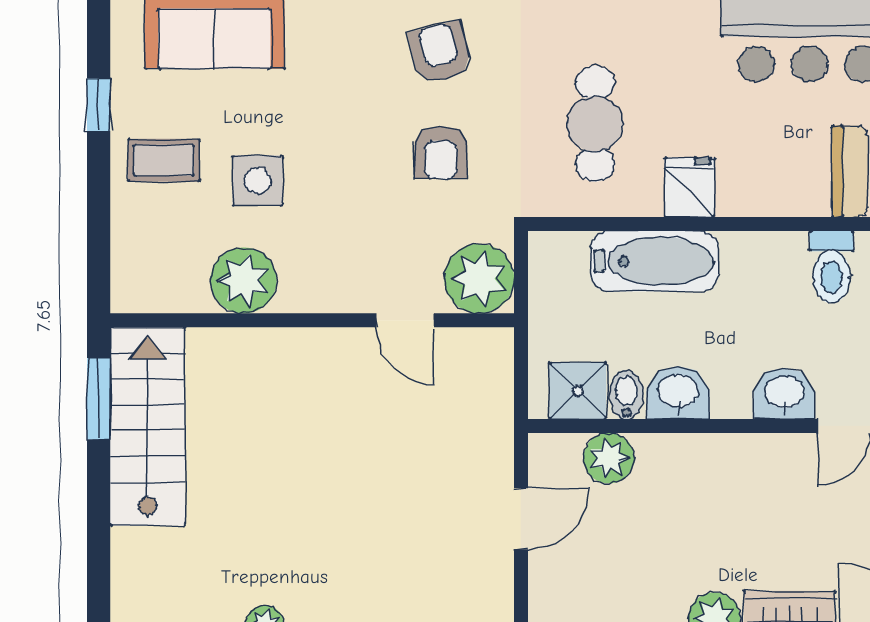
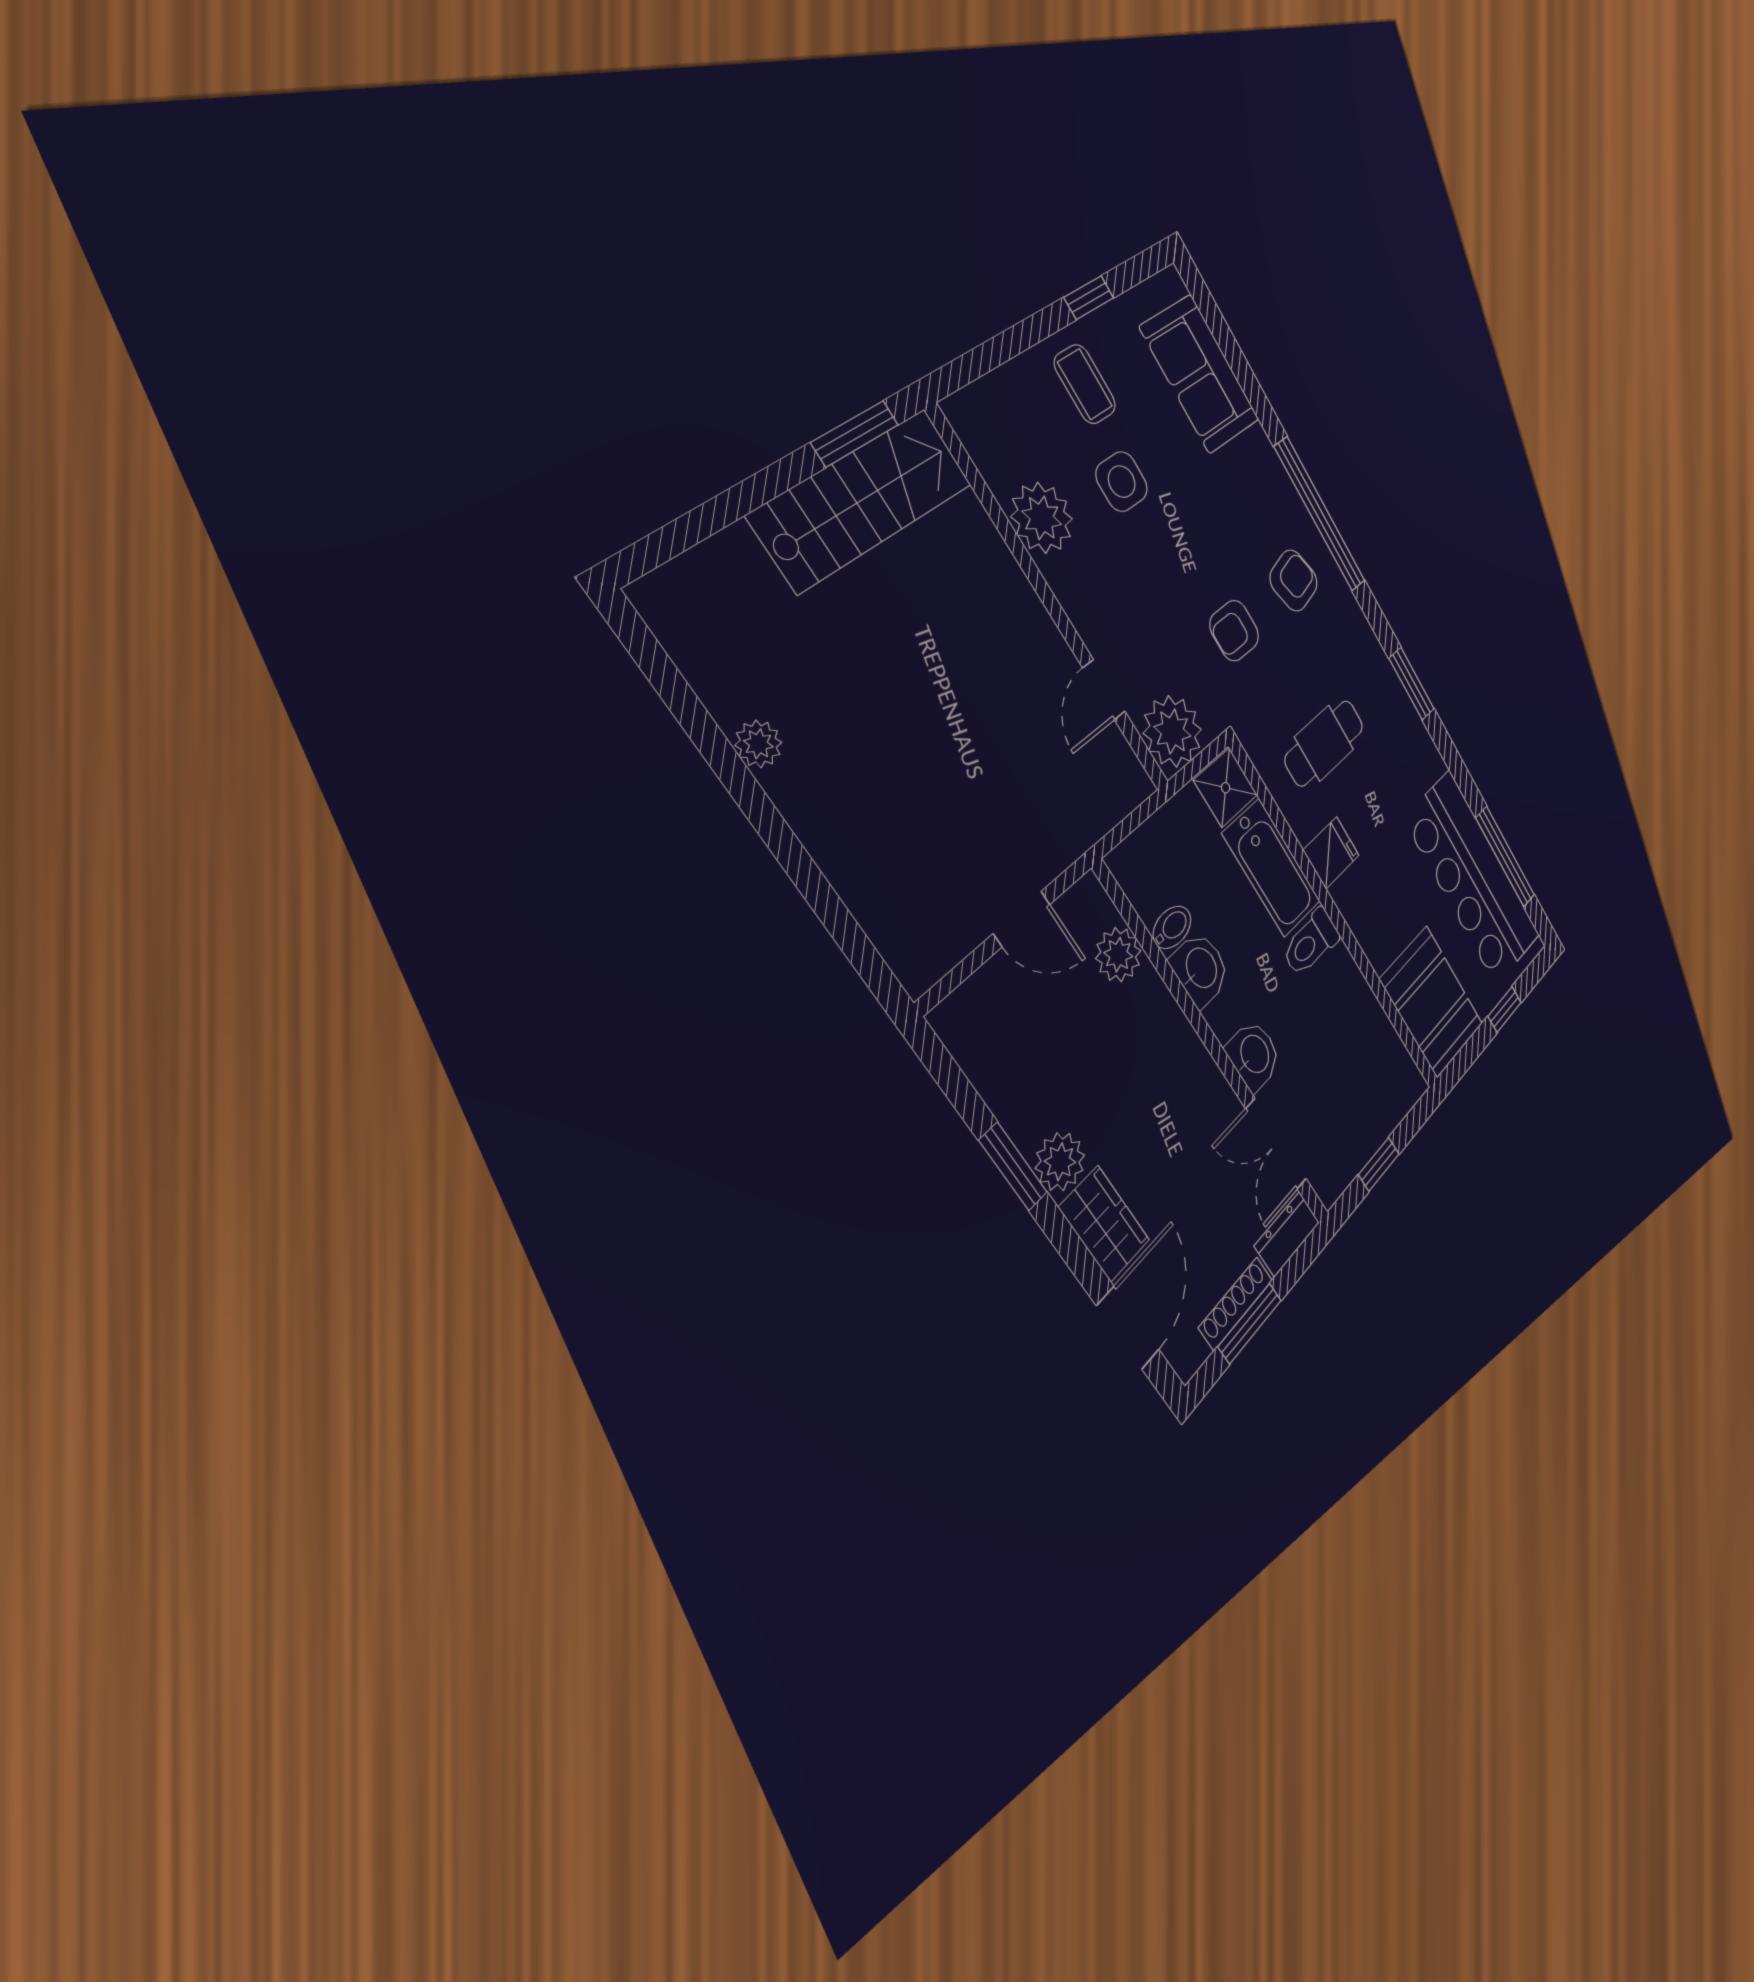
toilet: (831, 267) -> (1311, 942), moved
shower: (578, 391) -> (1226, 788), moved

